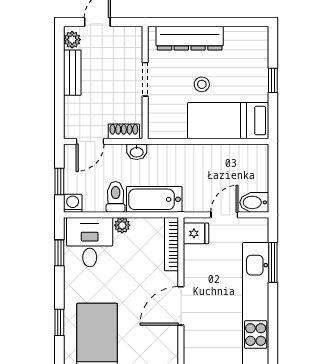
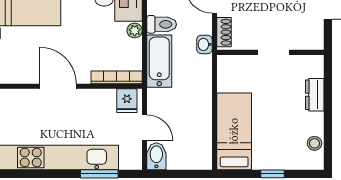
dresser: (190, 38) -> (315, 95), width x0.51, depth x0.80
stool: (202, 84) -> (315, 143), moved

